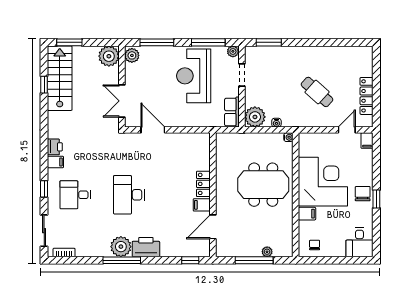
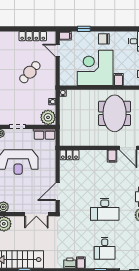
locker: (203, 184) -> (69, 155), moved
meeting table: (263, 185) -> (115, 113), moved
window: (376, 199) -> (84, 29), moved

